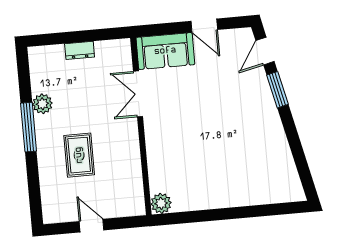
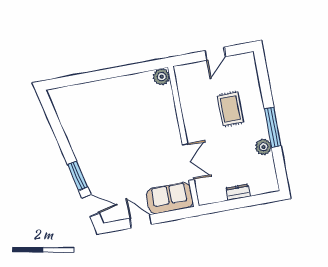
door: (265, 51) -> (90, 206), hinge flipped
door: (92, 226) -> (215, 54), hinge flipped

